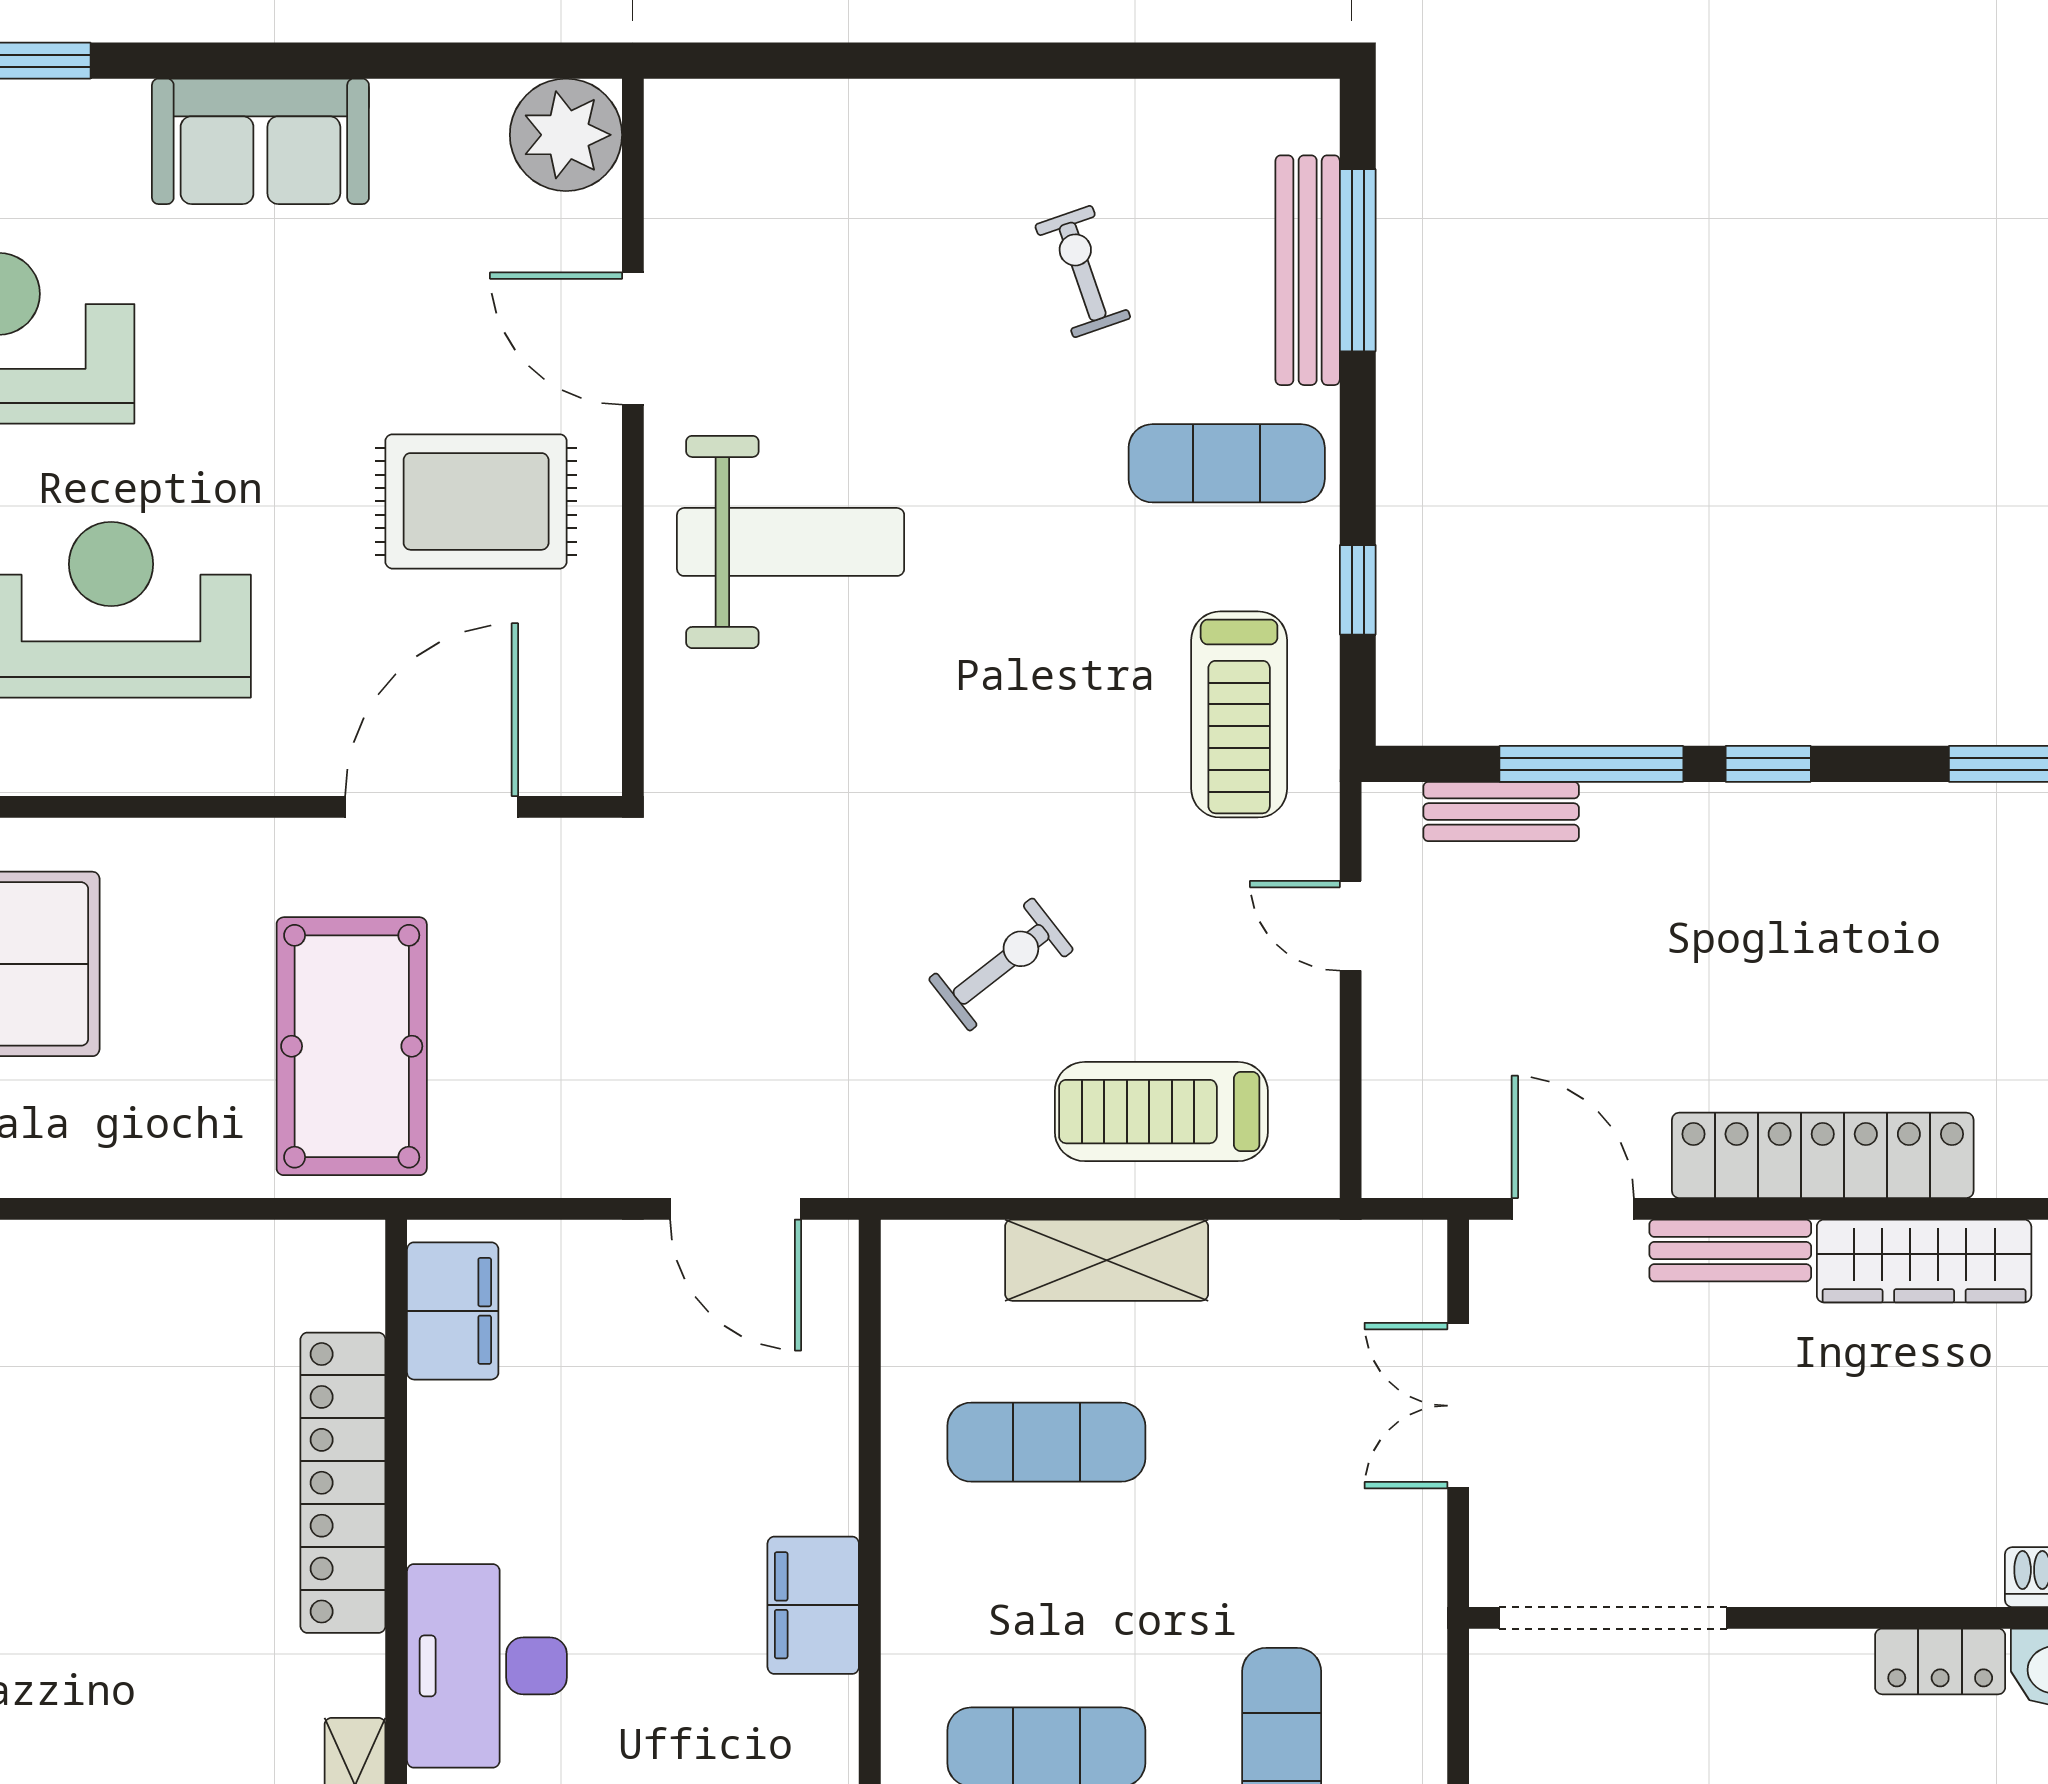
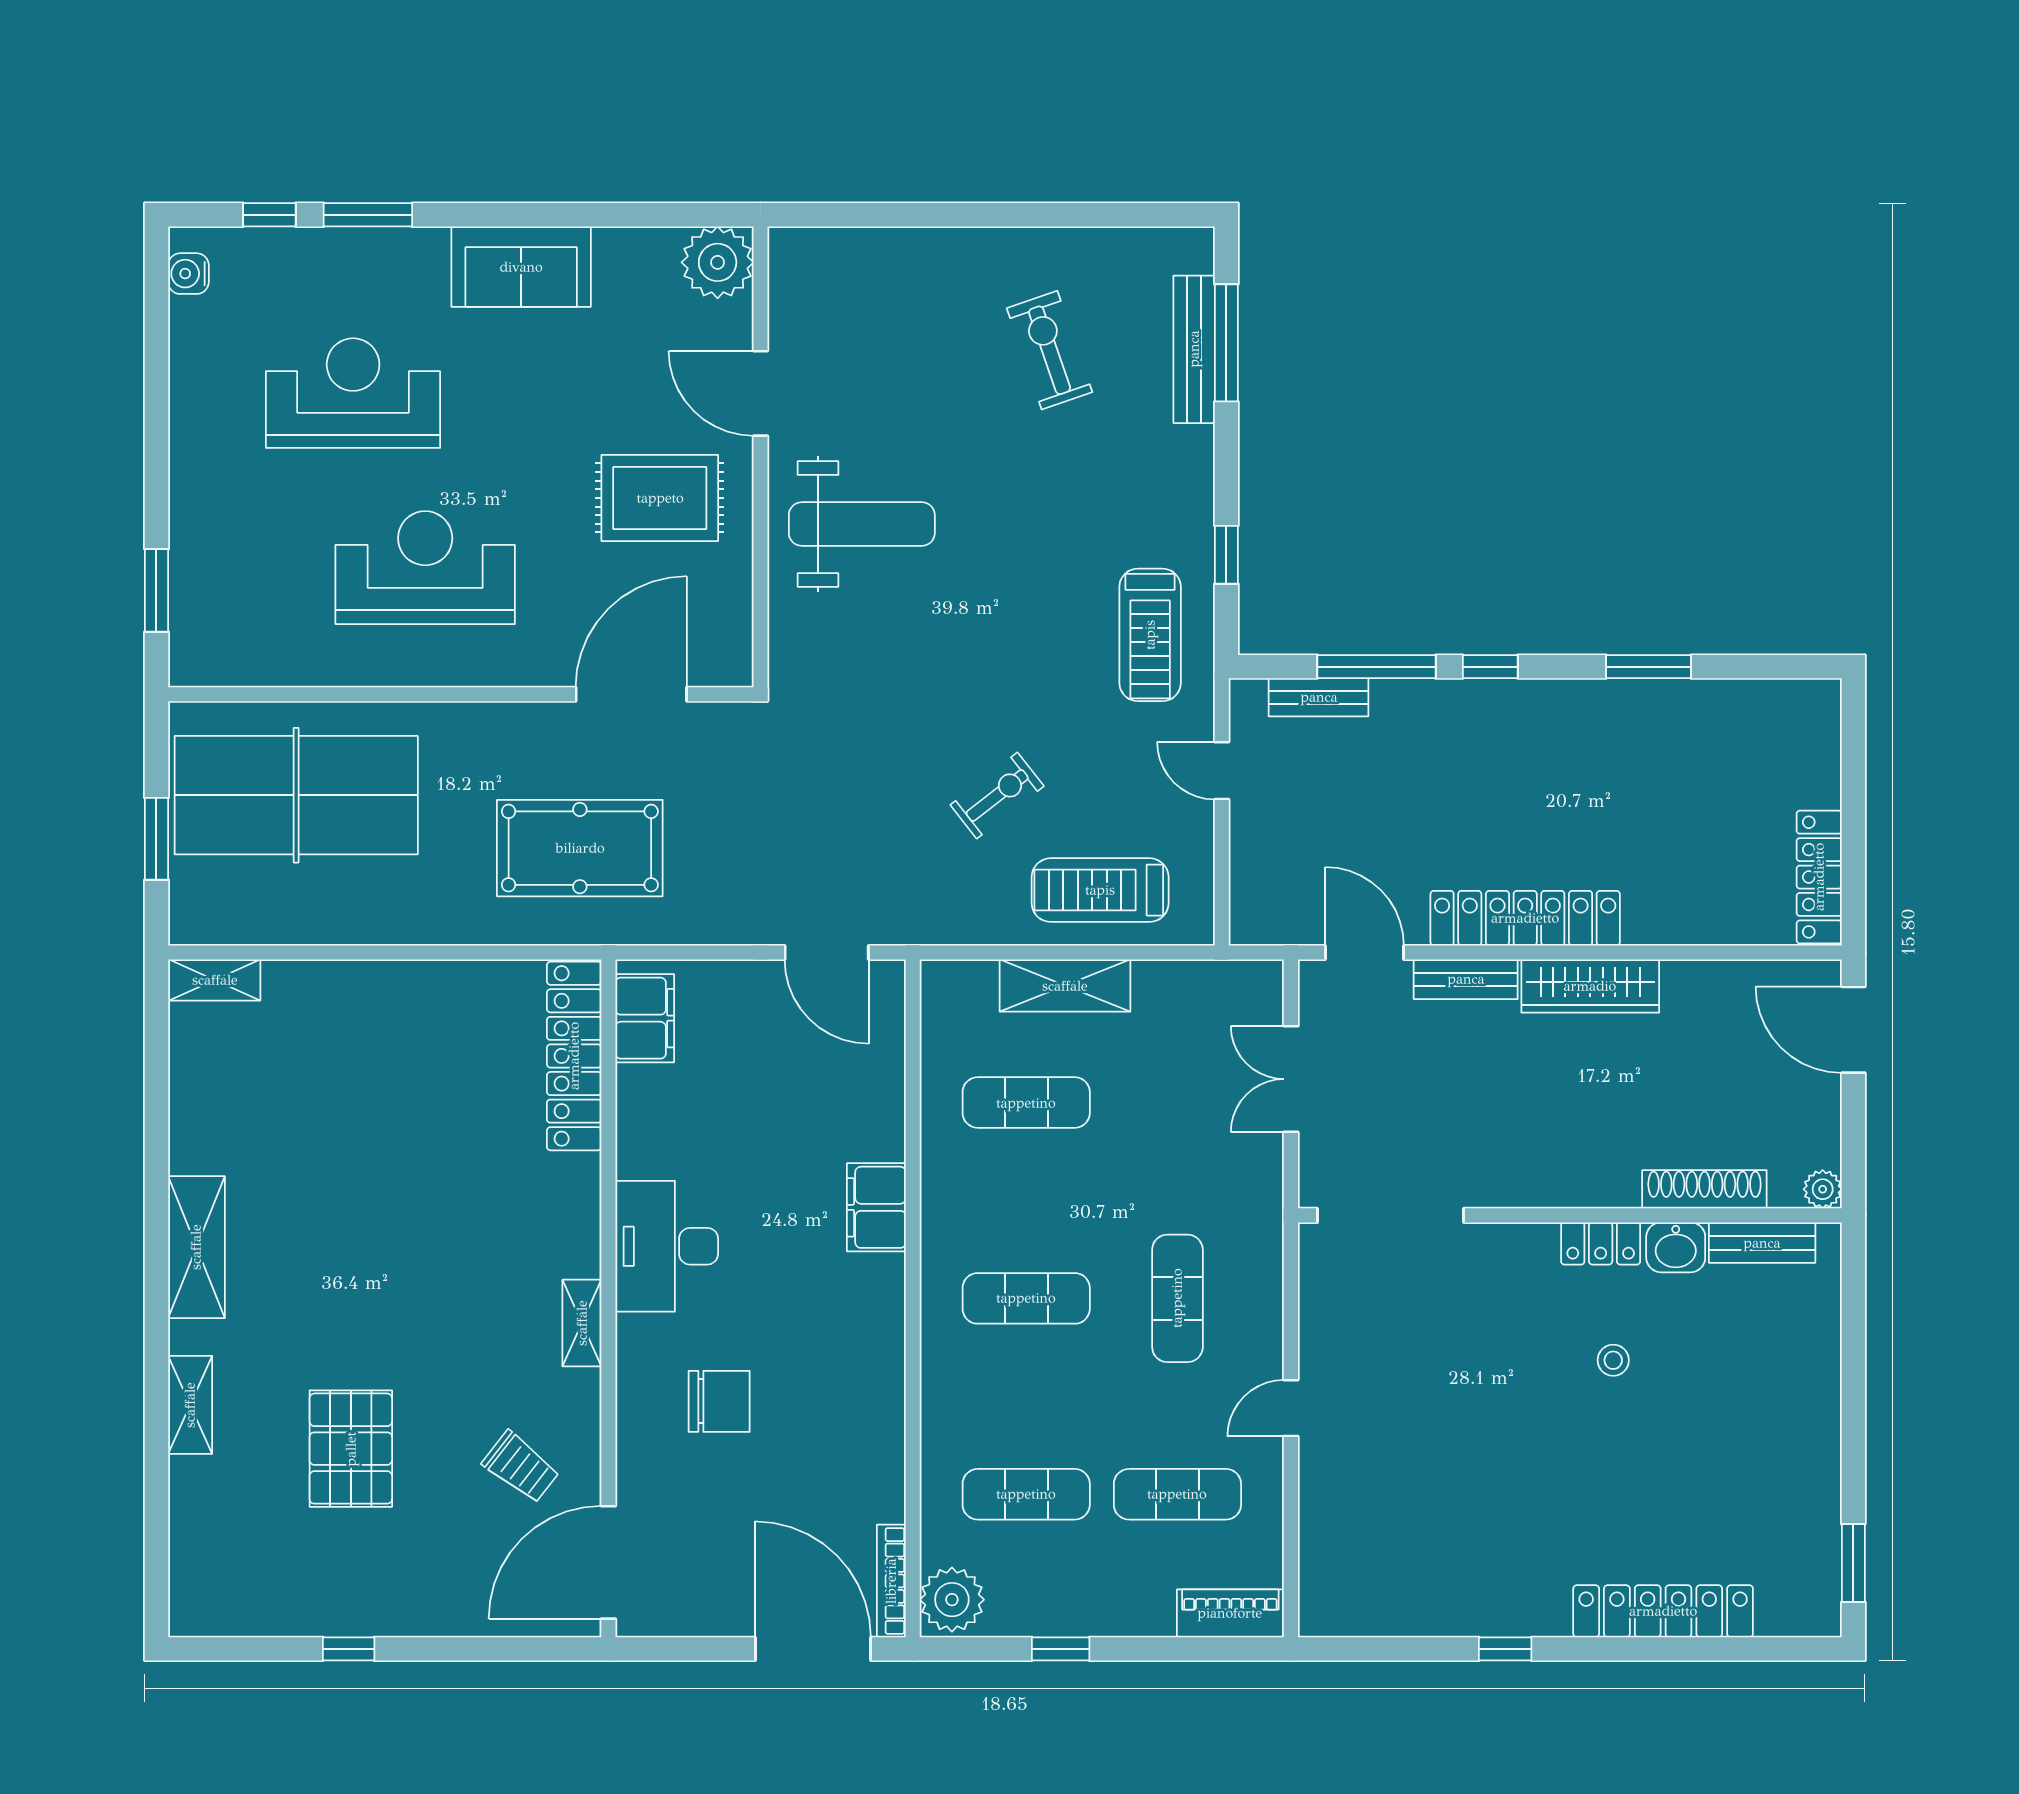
exercise bike: (1083, 271) -> (1050, 350), width x1.38, depth x1.39
exercise mat: (1227, 463) -> (1142, 473), removed
pool table: (352, 1046) -> (580, 848), turned 90
locker: (343, 1483) -> (574, 1056), moved

